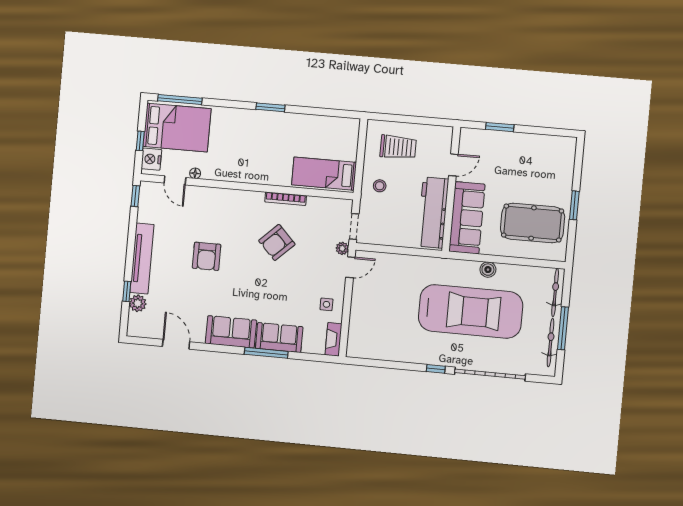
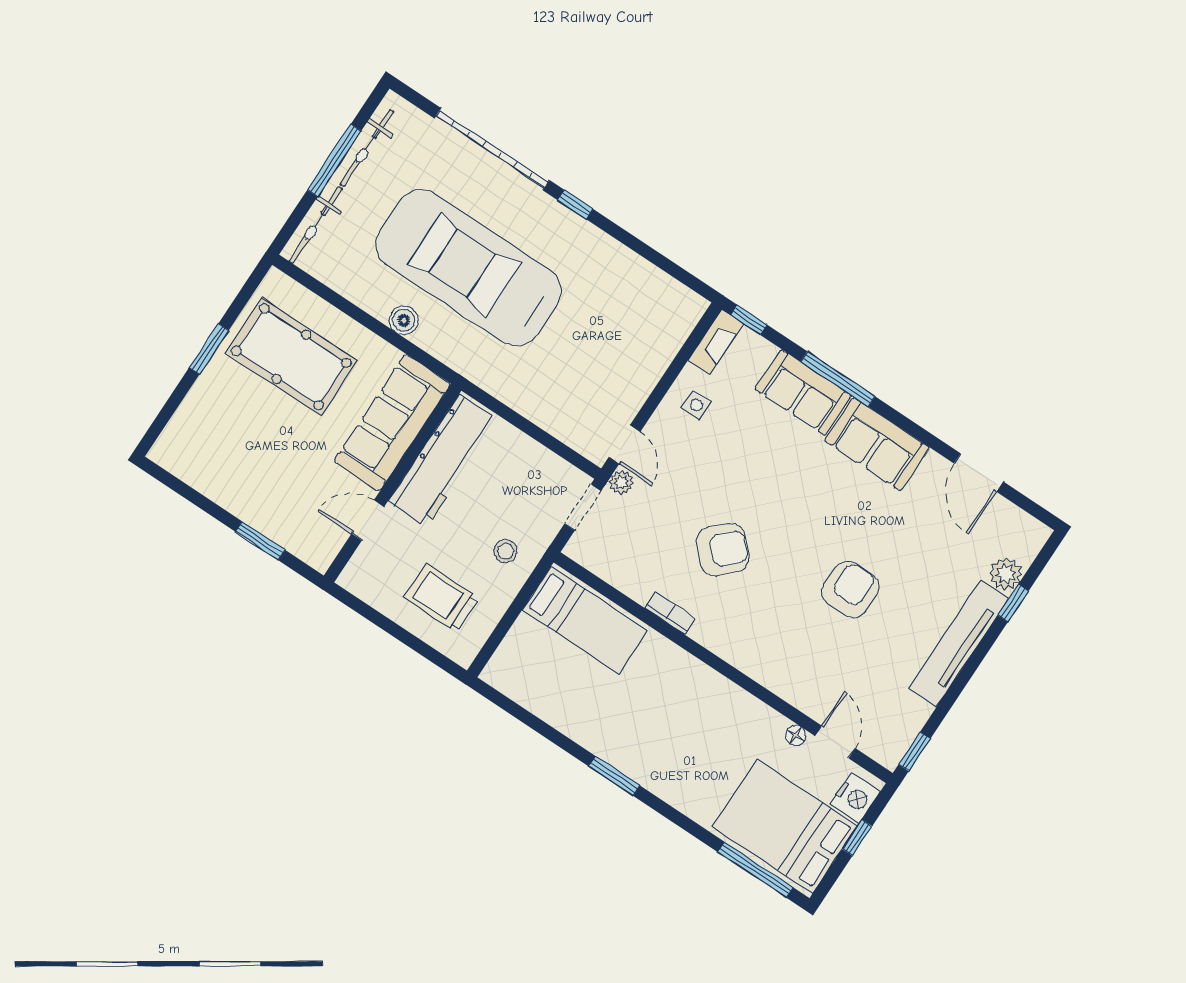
bookcase: (286, 199) -> (670, 613), width x0.64
door: (350, 267) -> (625, 444), swing flipped
window: (323, 358) -> (749, 320), added

